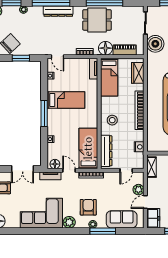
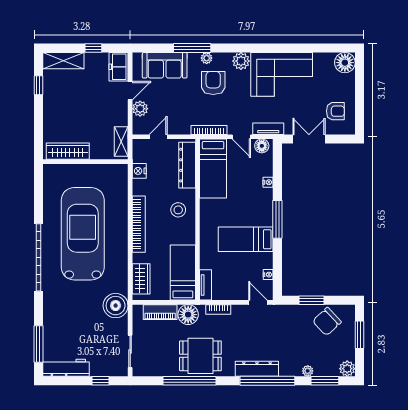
boiler: (155, 44) -> (116, 306), moved
armchair: (88, 207) -> (213, 83), turned 180

